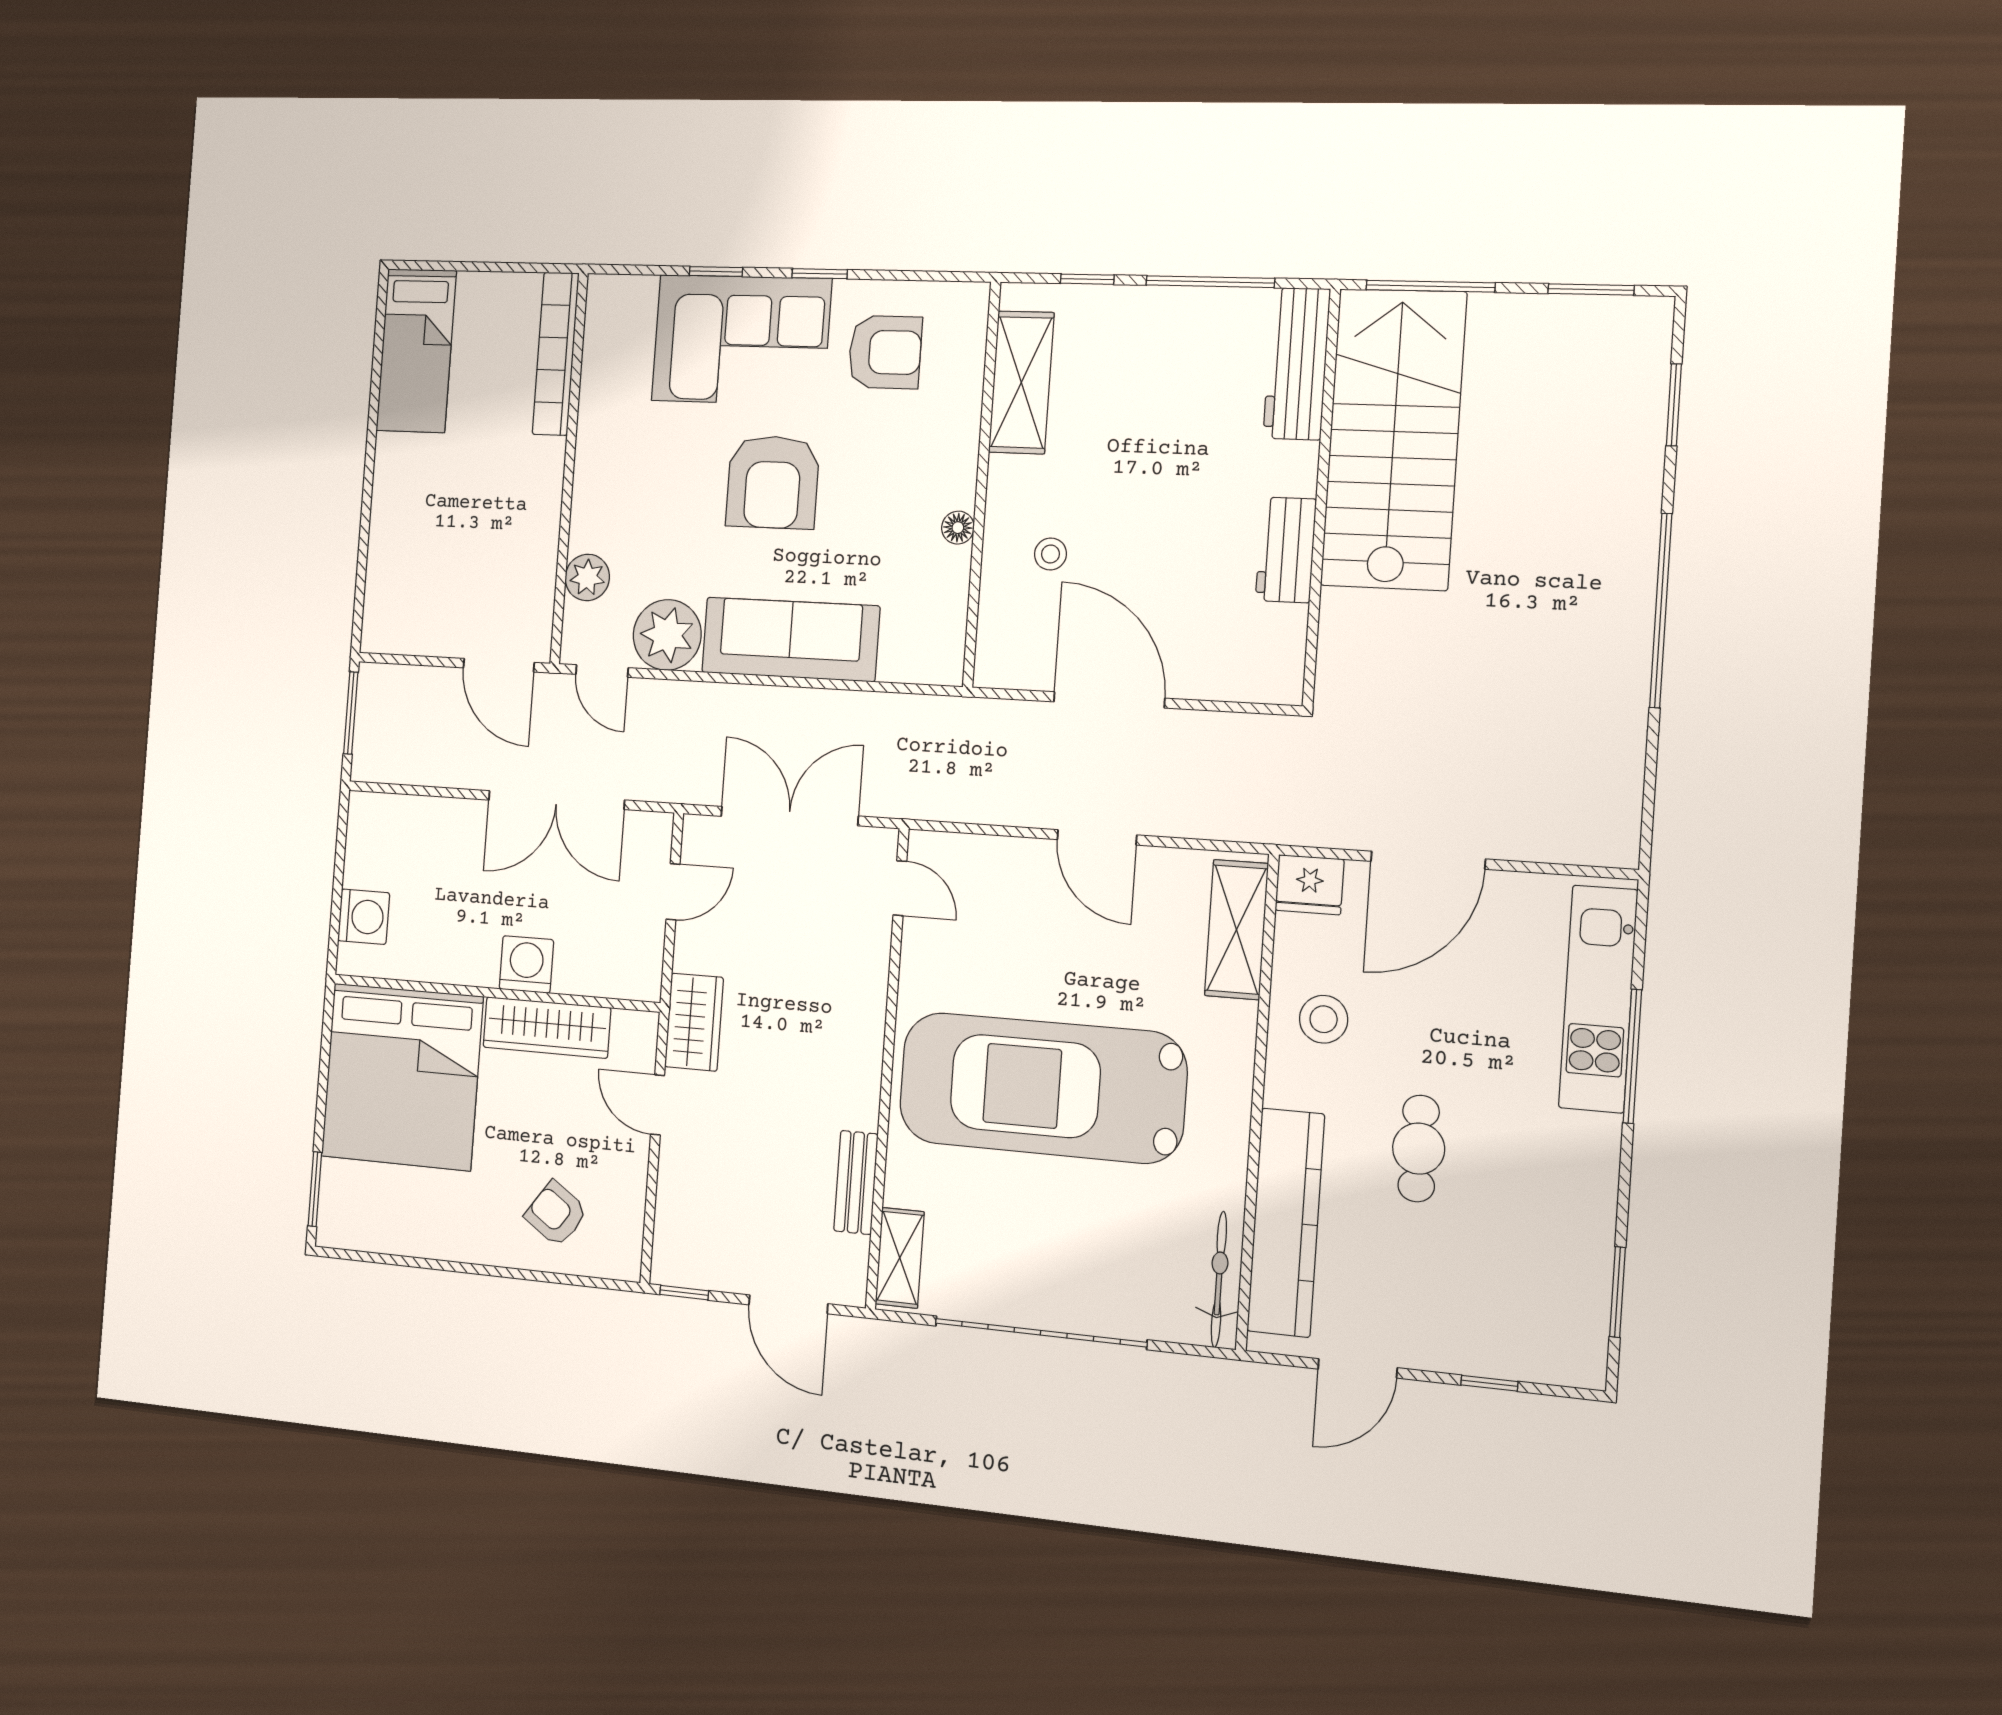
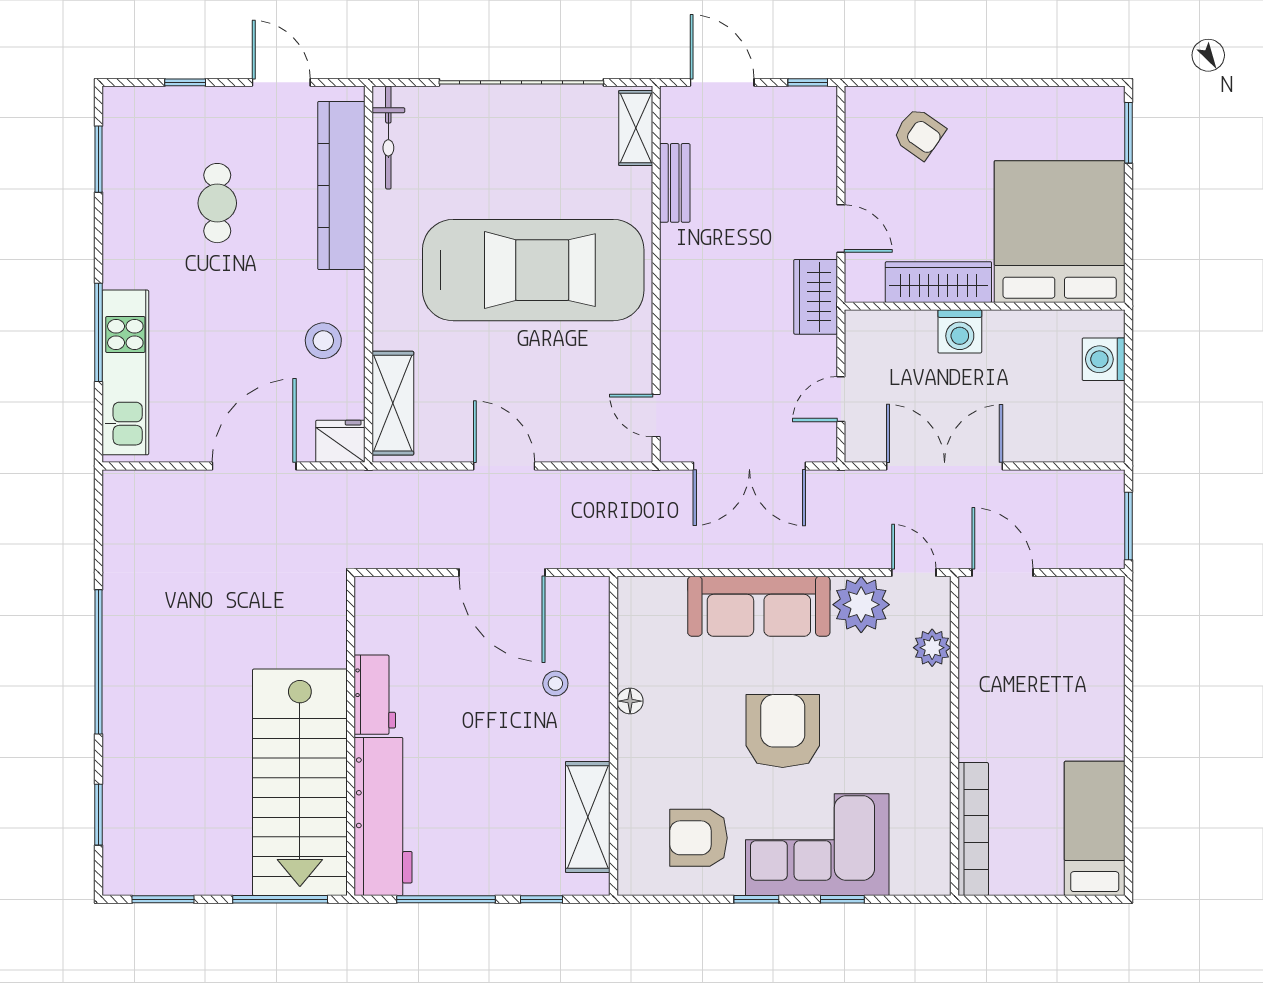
workbench: (1297, 364) -> (383, 817), width x1.36, depth x1.32
cafe table: (1419, 1149) -> (217, 203), moved
door: (1358, 1368) -> (281, 82), hinge flipped

